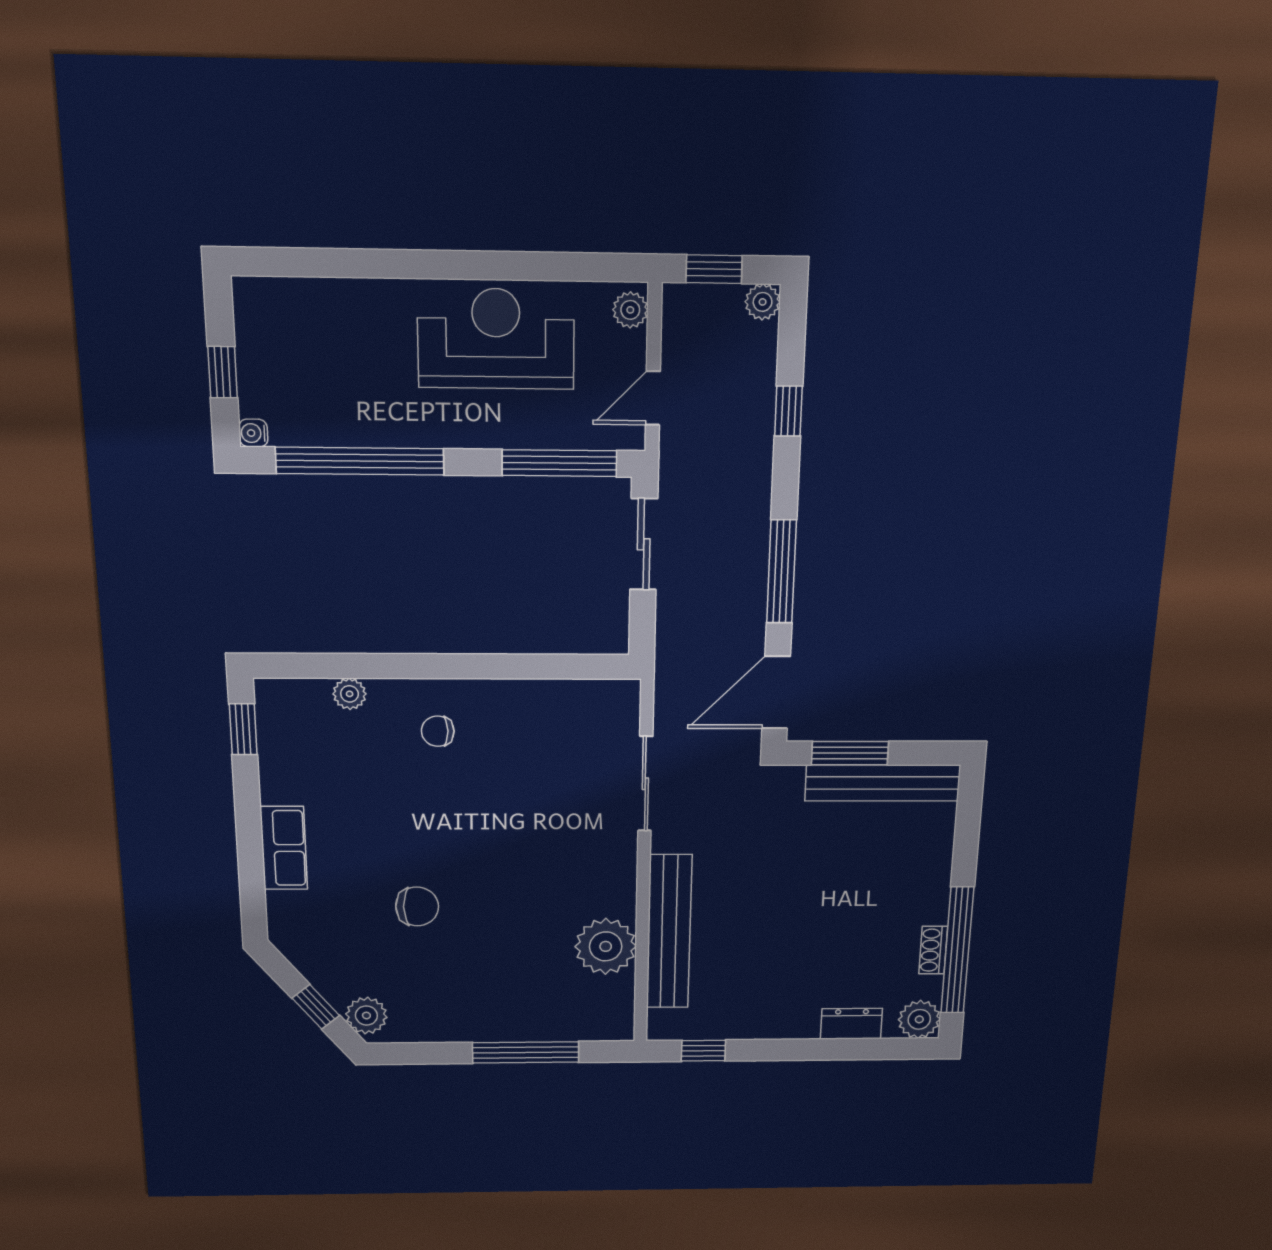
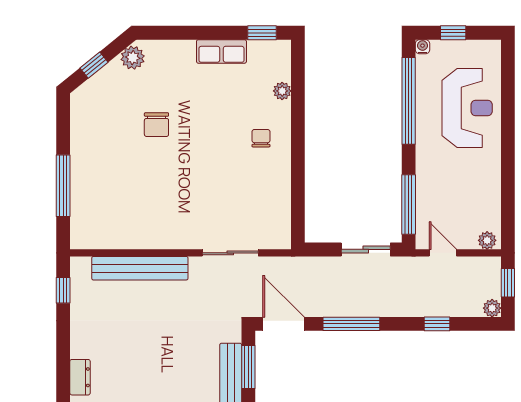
reception desk: (496, 339) -> (467, 108), moved
row of seats: (284, 848) -> (221, 51), moved
plant: (606, 946) -> (131, 232), removed
plant: (366, 1016) -> (133, 58), moved

